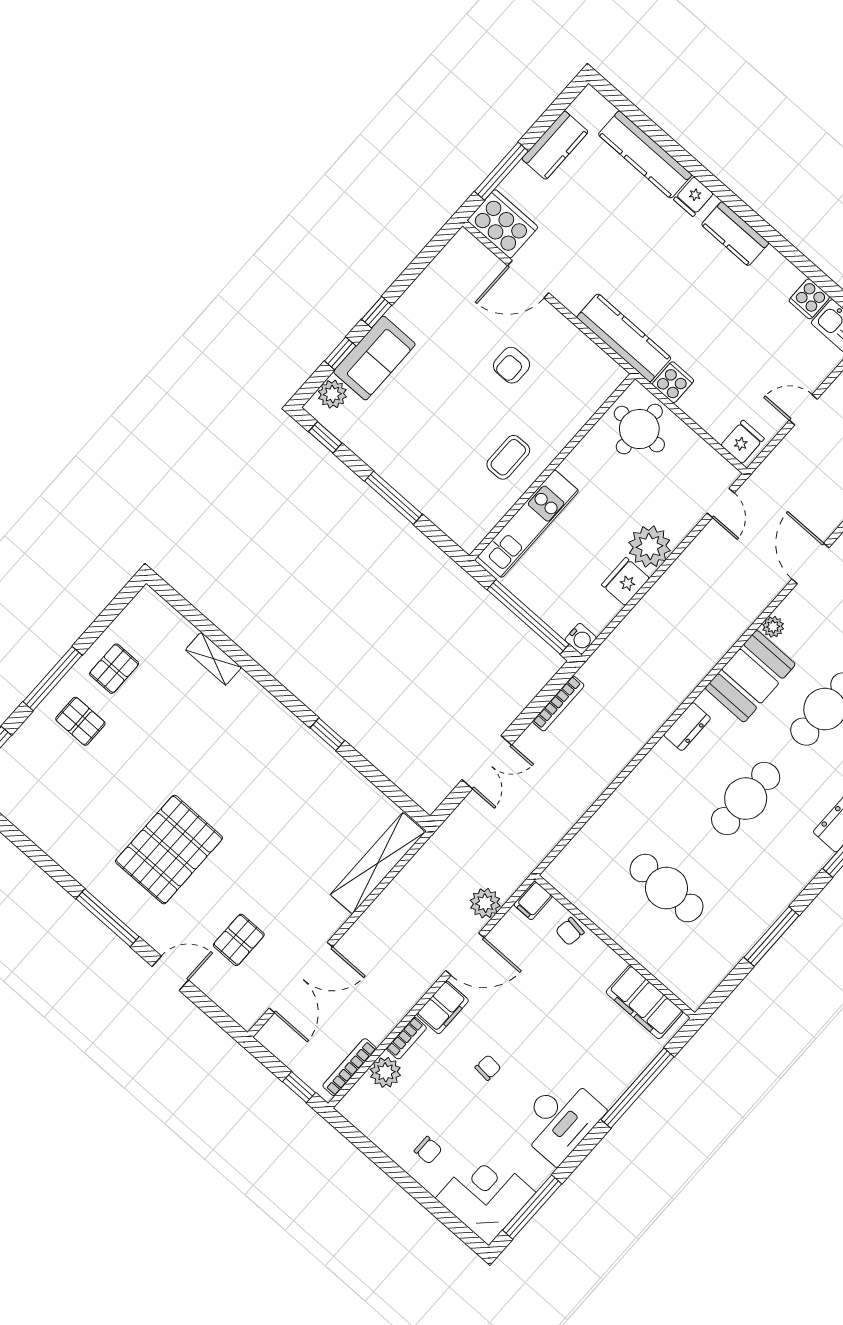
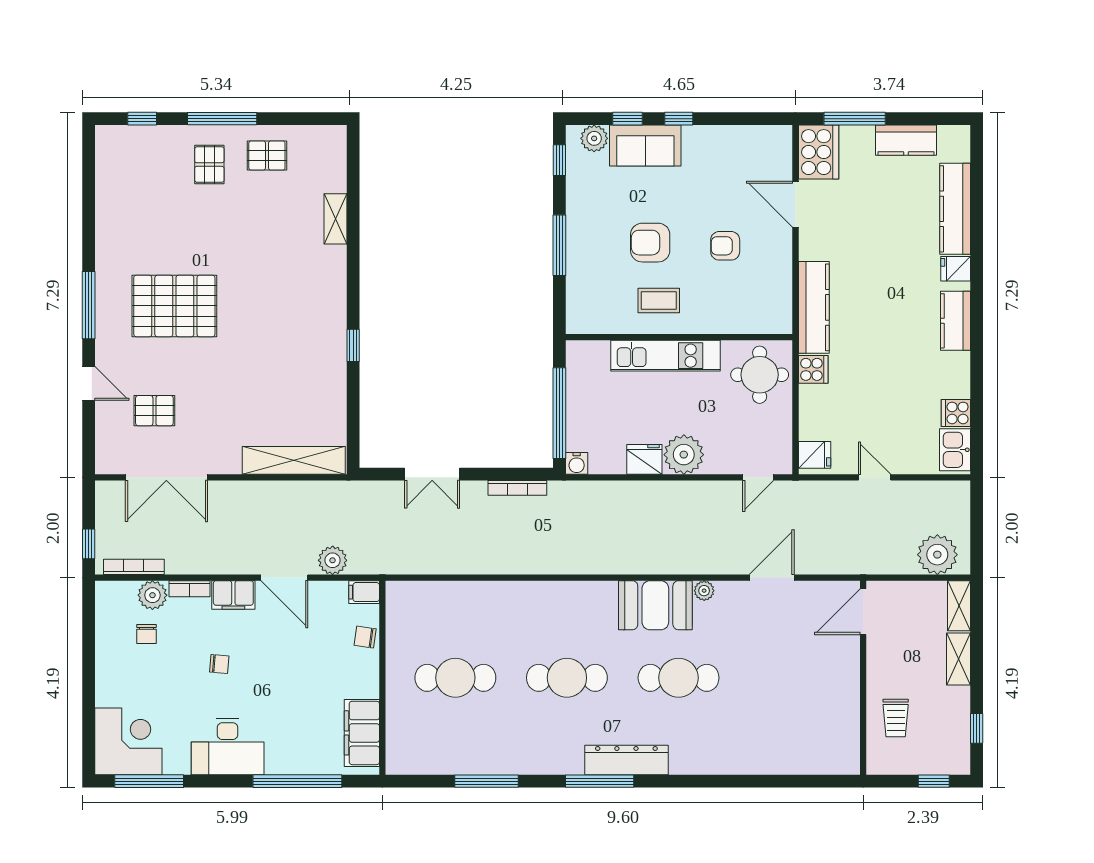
armchair: (456, 423) -> (650, 243), added
kitchen unit: (528, 524) -> (666, 356), moved
dresser: (687, 727) -> (581, 592), removed
cafe table: (666, 888) -> (455, 678), turned 90
chair: (428, 1150) -> (146, 634), moved

